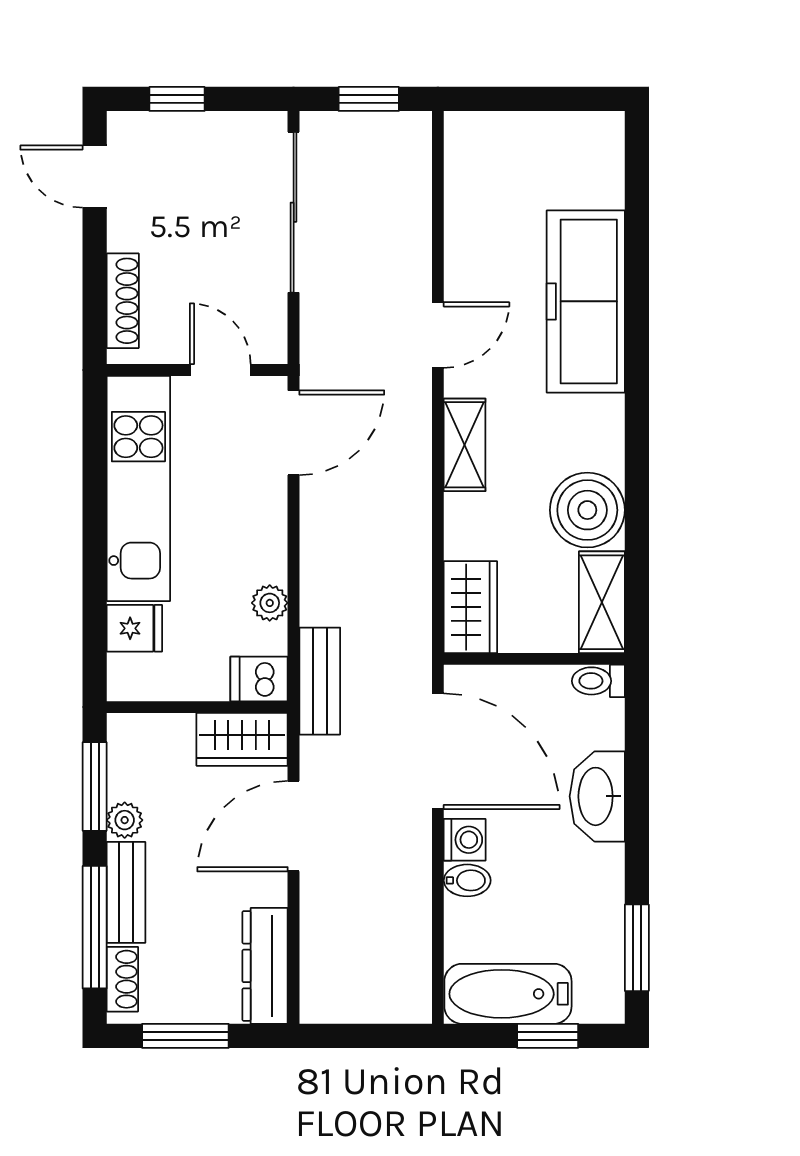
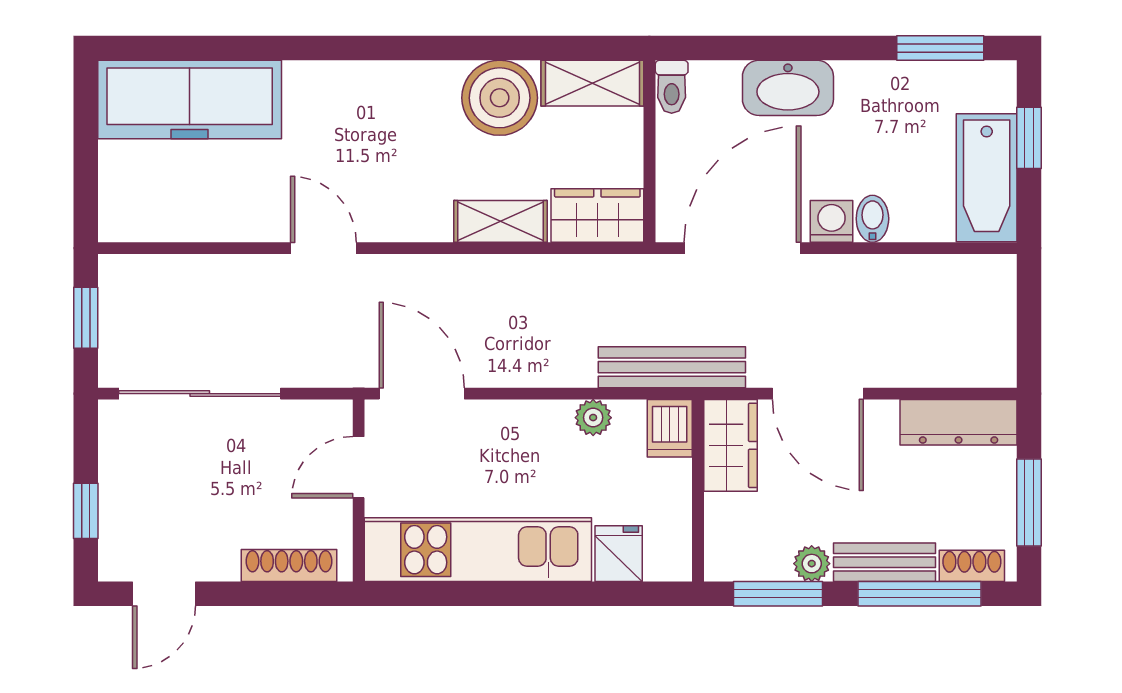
freezer: (586, 301) -> (190, 99), moved
shelving: (465, 445) -> (500, 221), moved
bench: (320, 681) -> (672, 367), width x1.36

